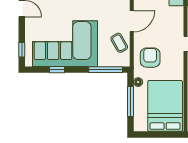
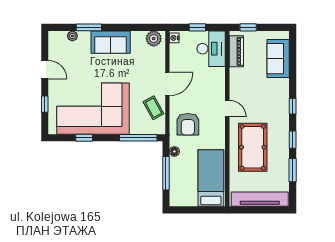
window: (22, 50) -> (45, 104), moved
armchair: (150, 58) -> (188, 124), turned 180
bed: (165, 106) -> (211, 178), width x0.67

